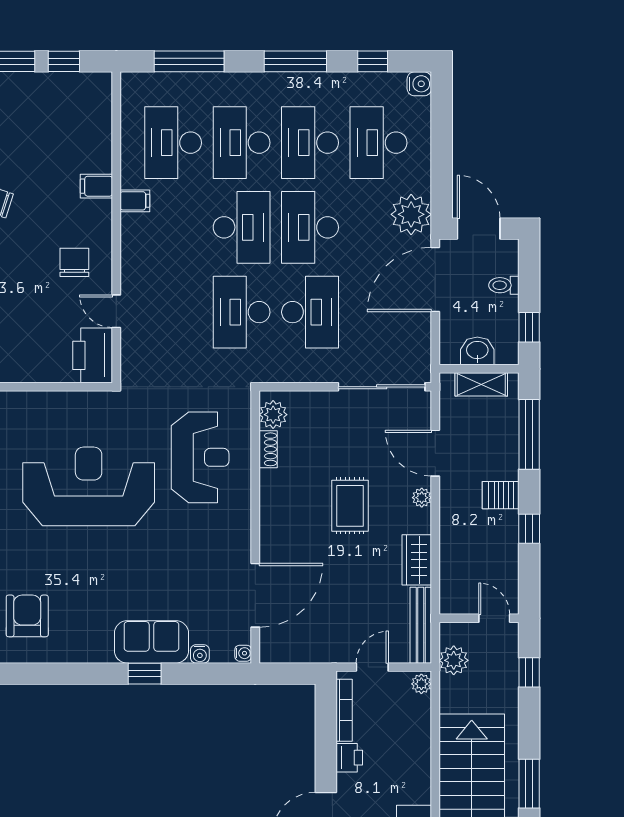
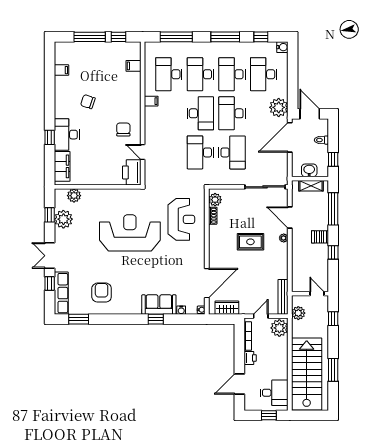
filing cabinet: (96, 186) -> (133, 66), moved
rug: (350, 506) -> (250, 242), turned 90
wardrobe: (417, 560) -> (227, 308), moved, turned 90
plant: (421, 684) -> (279, 328), width x1.88, depth x1.88

